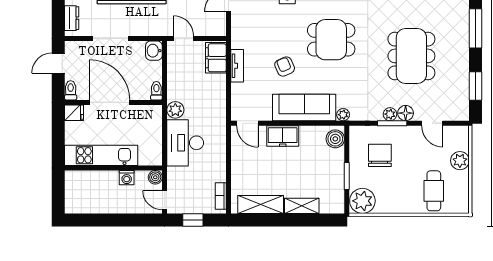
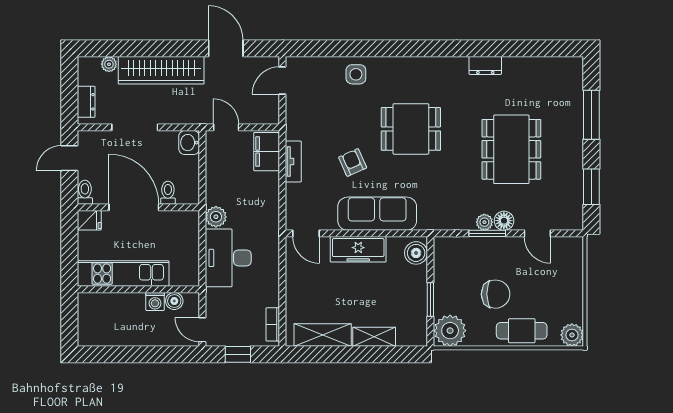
toilet: (156, 91) -> (168, 193), moved
plant: (343, 115) -> (426, 223), removed
freezer: (283, 136) -> (358, 249), width x1.40
chair: (380, 155) -> (496, 294), moved, turned 89
plant: (460, 161) -> (572, 335), moved
boiler: (155, 177) -> (174, 301), moved
cafe table: (434, 191) -> (522, 331), moved, turned 90

